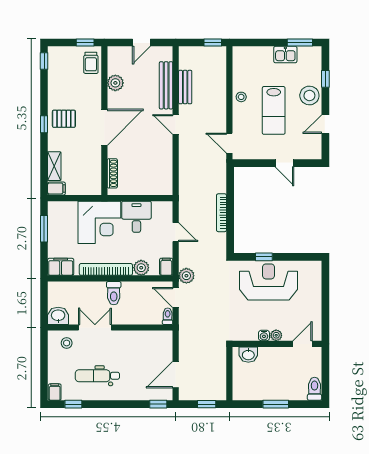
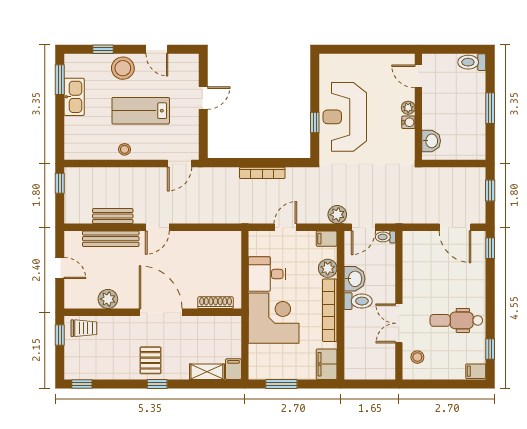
kitchen sink: (285, 55) -> (74, 97), width x1.38
lab bench: (274, 110) -> (141, 111), turned 180
washbasin: (58, 316) -> (354, 279), moved, turned 180
dental chair: (97, 376) -> (456, 320), turned 90

